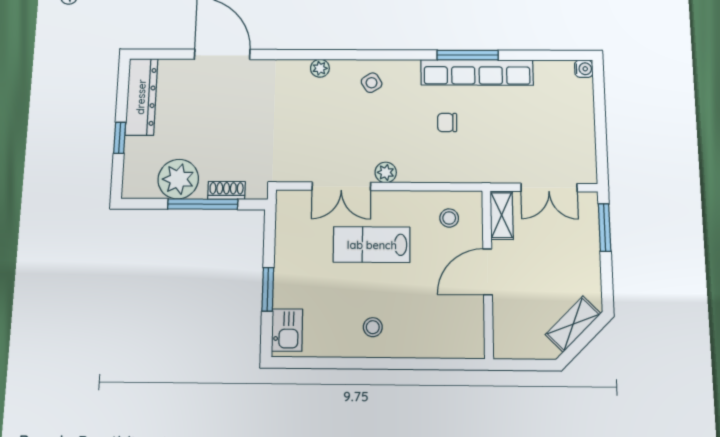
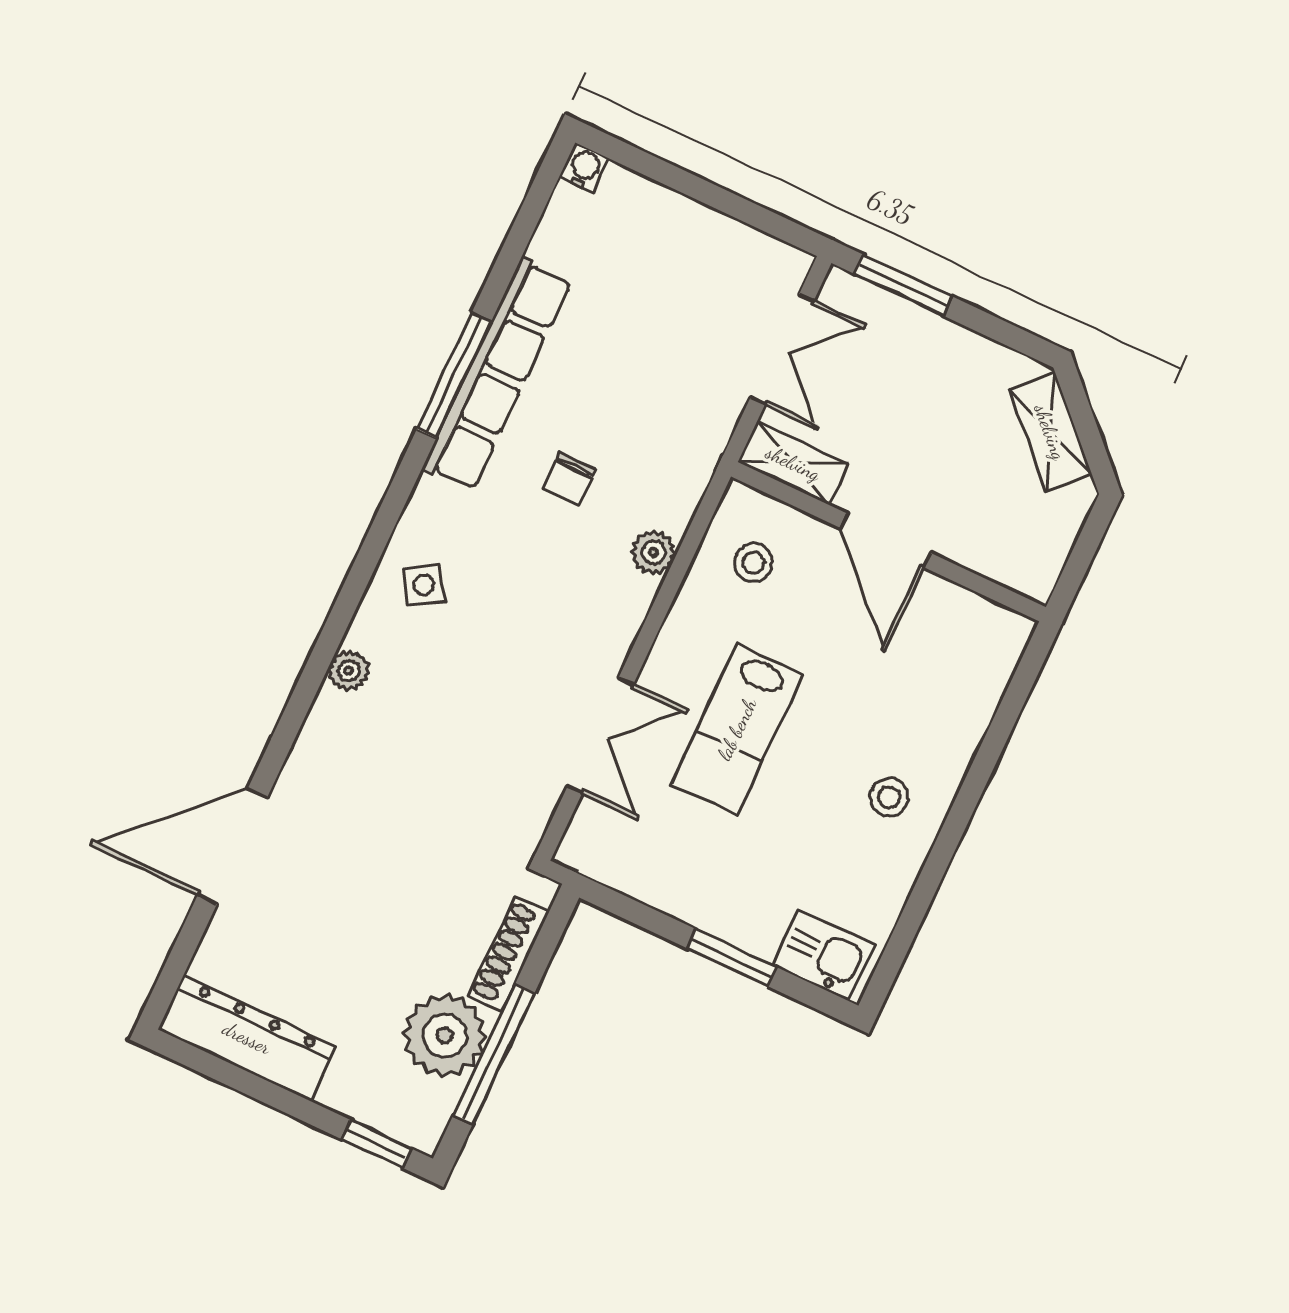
window: (120, 138) -> (376, 1144), moved
plant: (386, 172) -> (654, 552), moved
shoe rack: (226, 190) -> (509, 954), width x1.43
window: (203, 204) -> (494, 1055), moved

